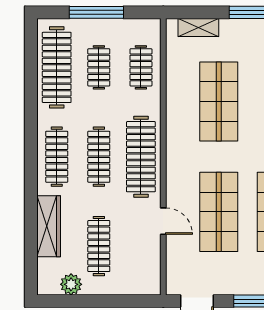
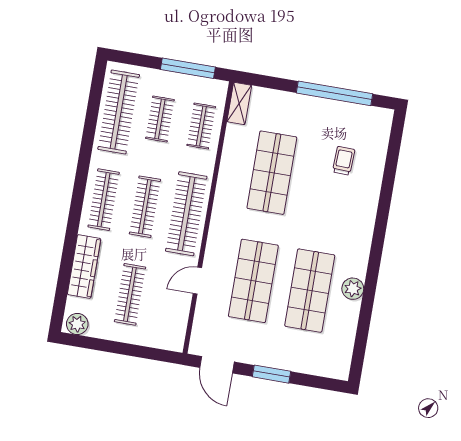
window: (96, 12) -> (188, 68), moved
shelving: (198, 27) -> (239, 103), moved, turned 90
door: (163, 221) -> (197, 281), swing flipped
plant: (71, 284) -> (77, 324), moved

